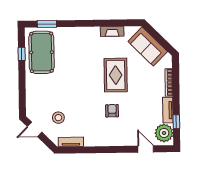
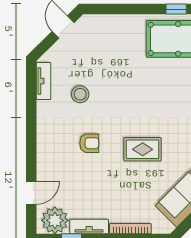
rug: (116, 75) -> (143, 149), width x0.73, depth x0.70
stool: (58, 118) -> (80, 94), moved

